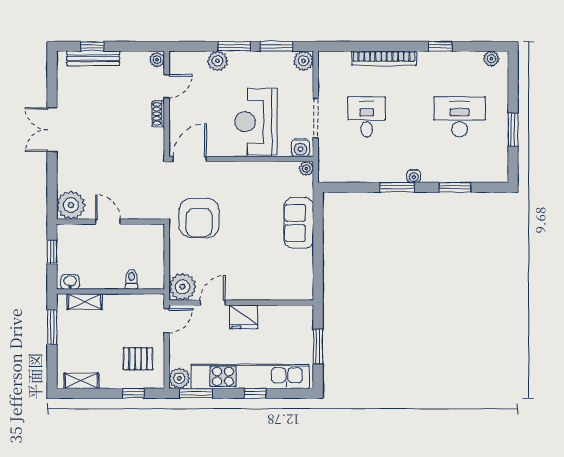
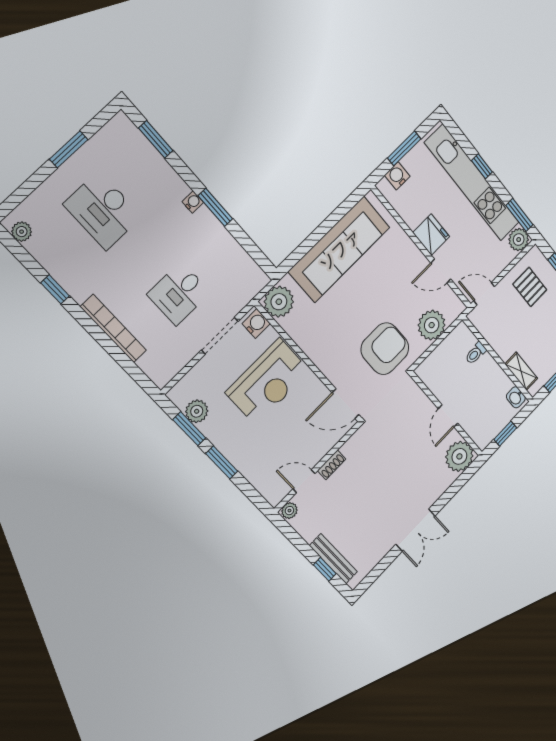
plant: (218, 61) -> (246, 463), removed
plant: (304, 61) -> (197, 411), moved
plant: (306, 168) -> (279, 302), width x1.88, depth x1.88
window: (455, 187) -> (156, 139), moved
sofa: (299, 223) -> (339, 249), width x1.85, depth x1.27
plant: (182, 287) -> (432, 325), moved
water cooler: (305, 326) -> (397, 176), added

